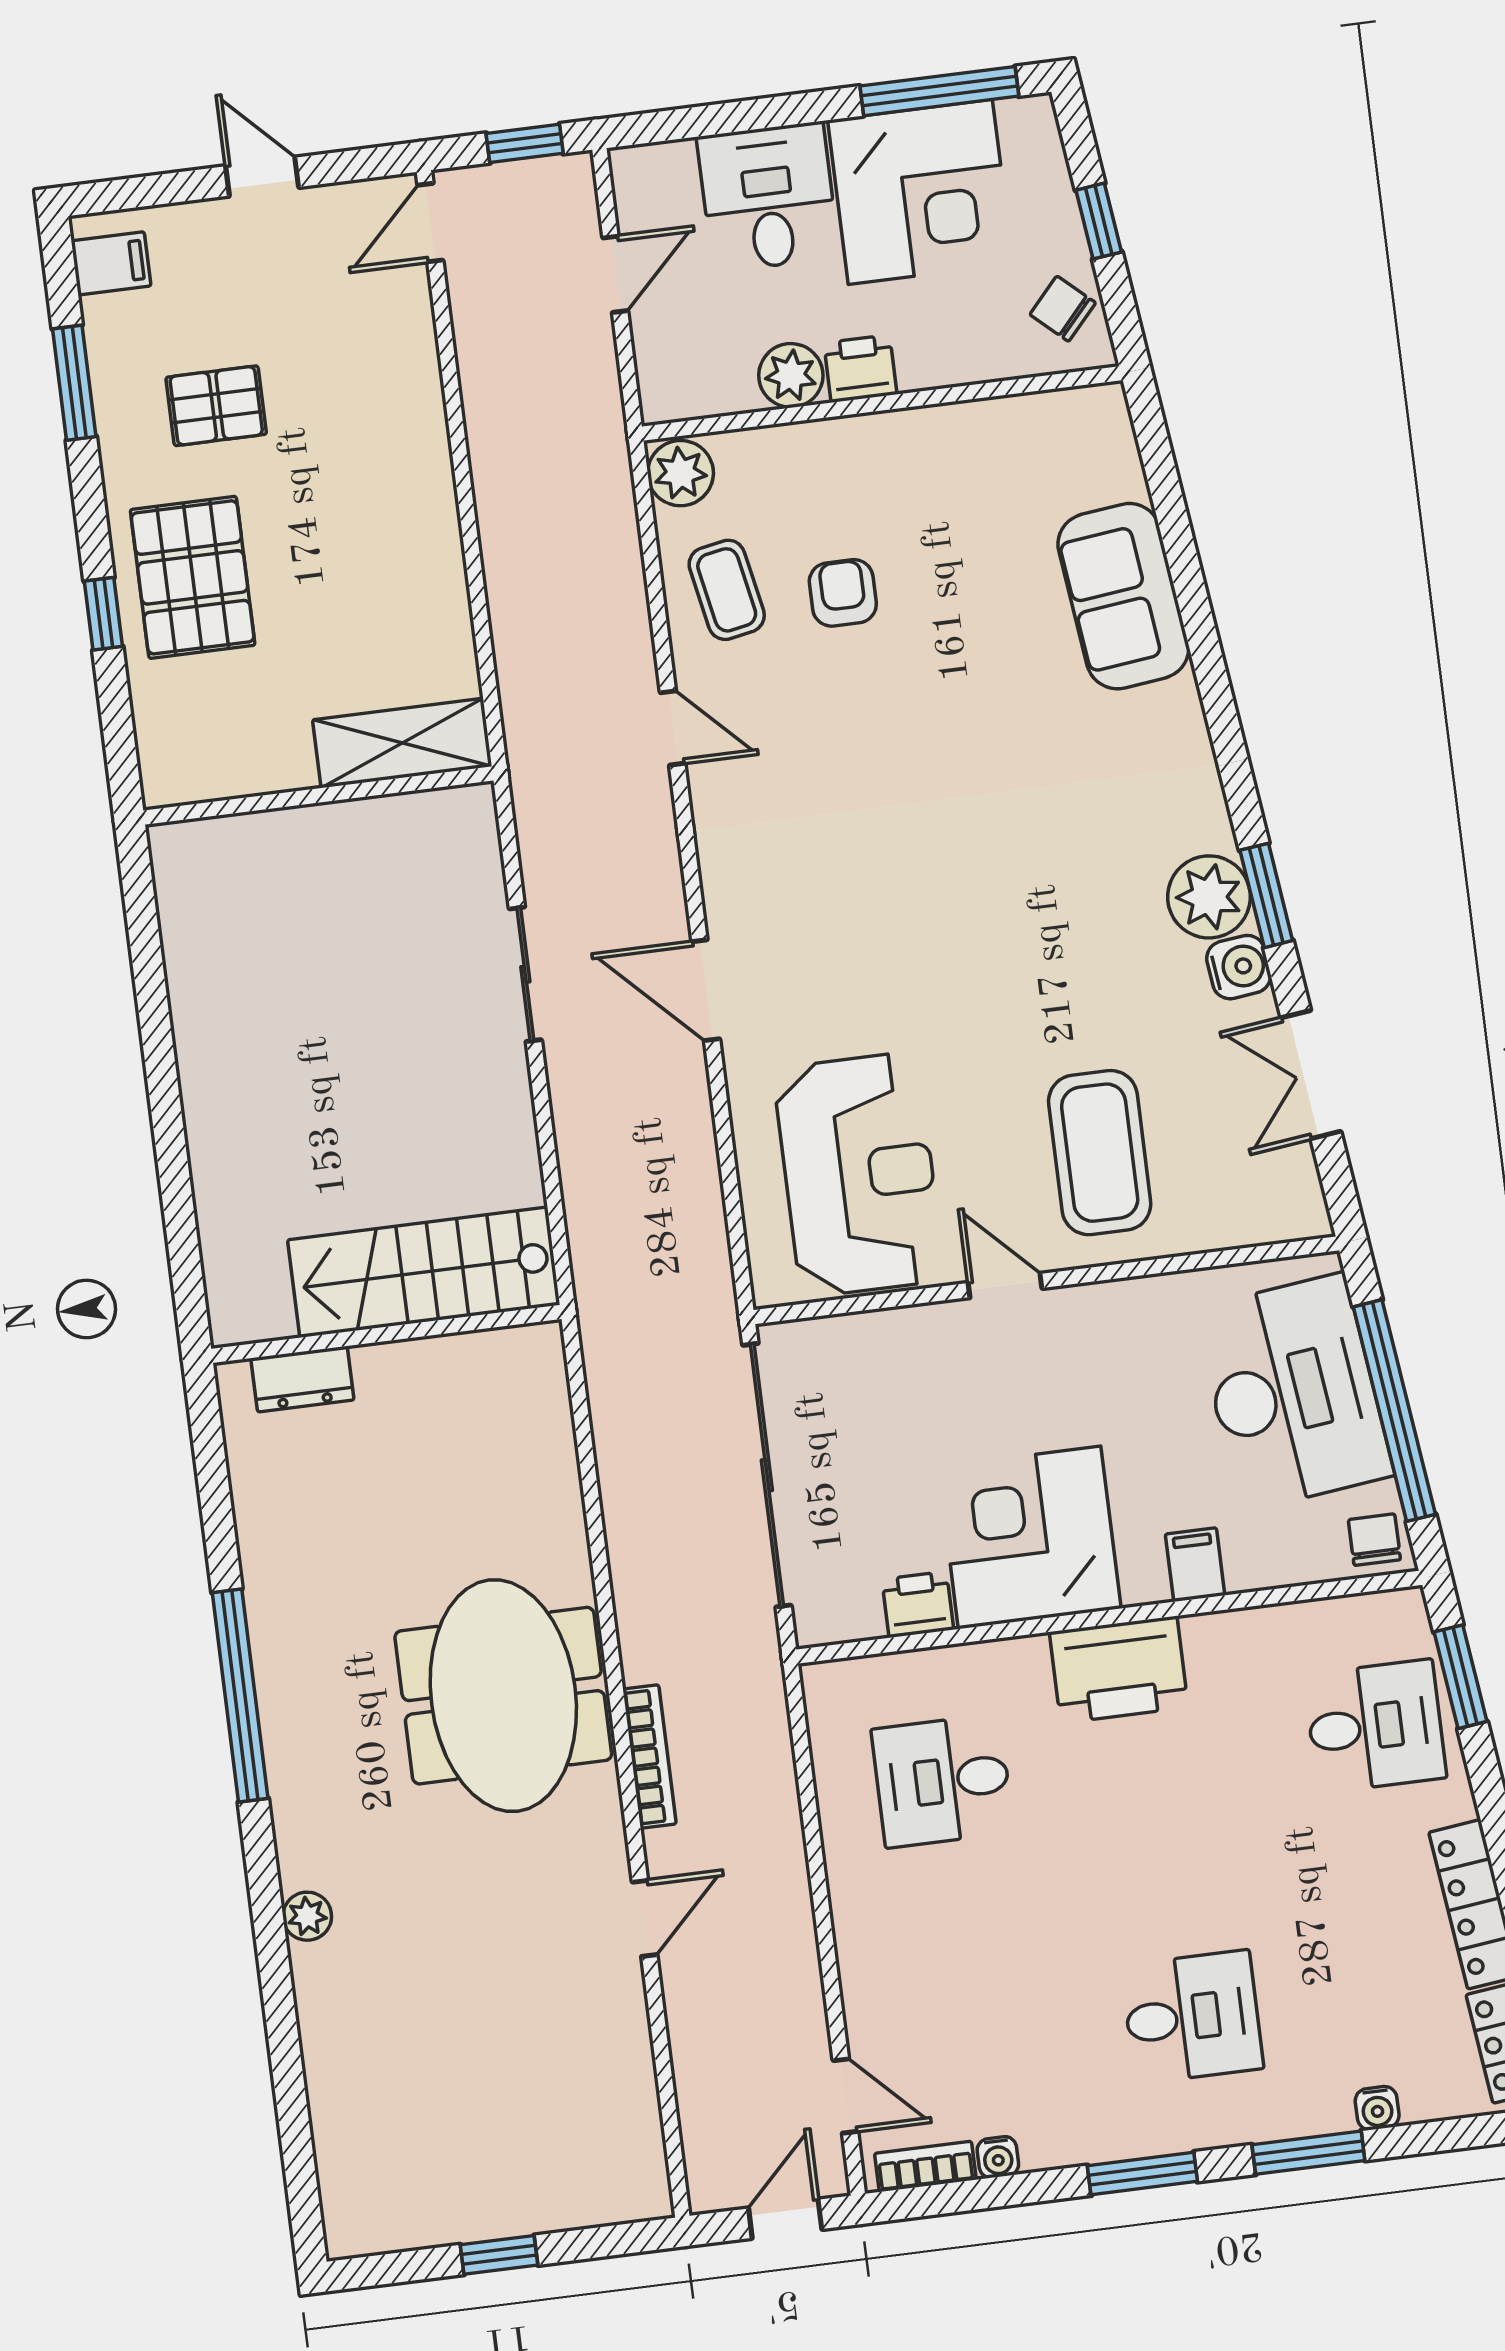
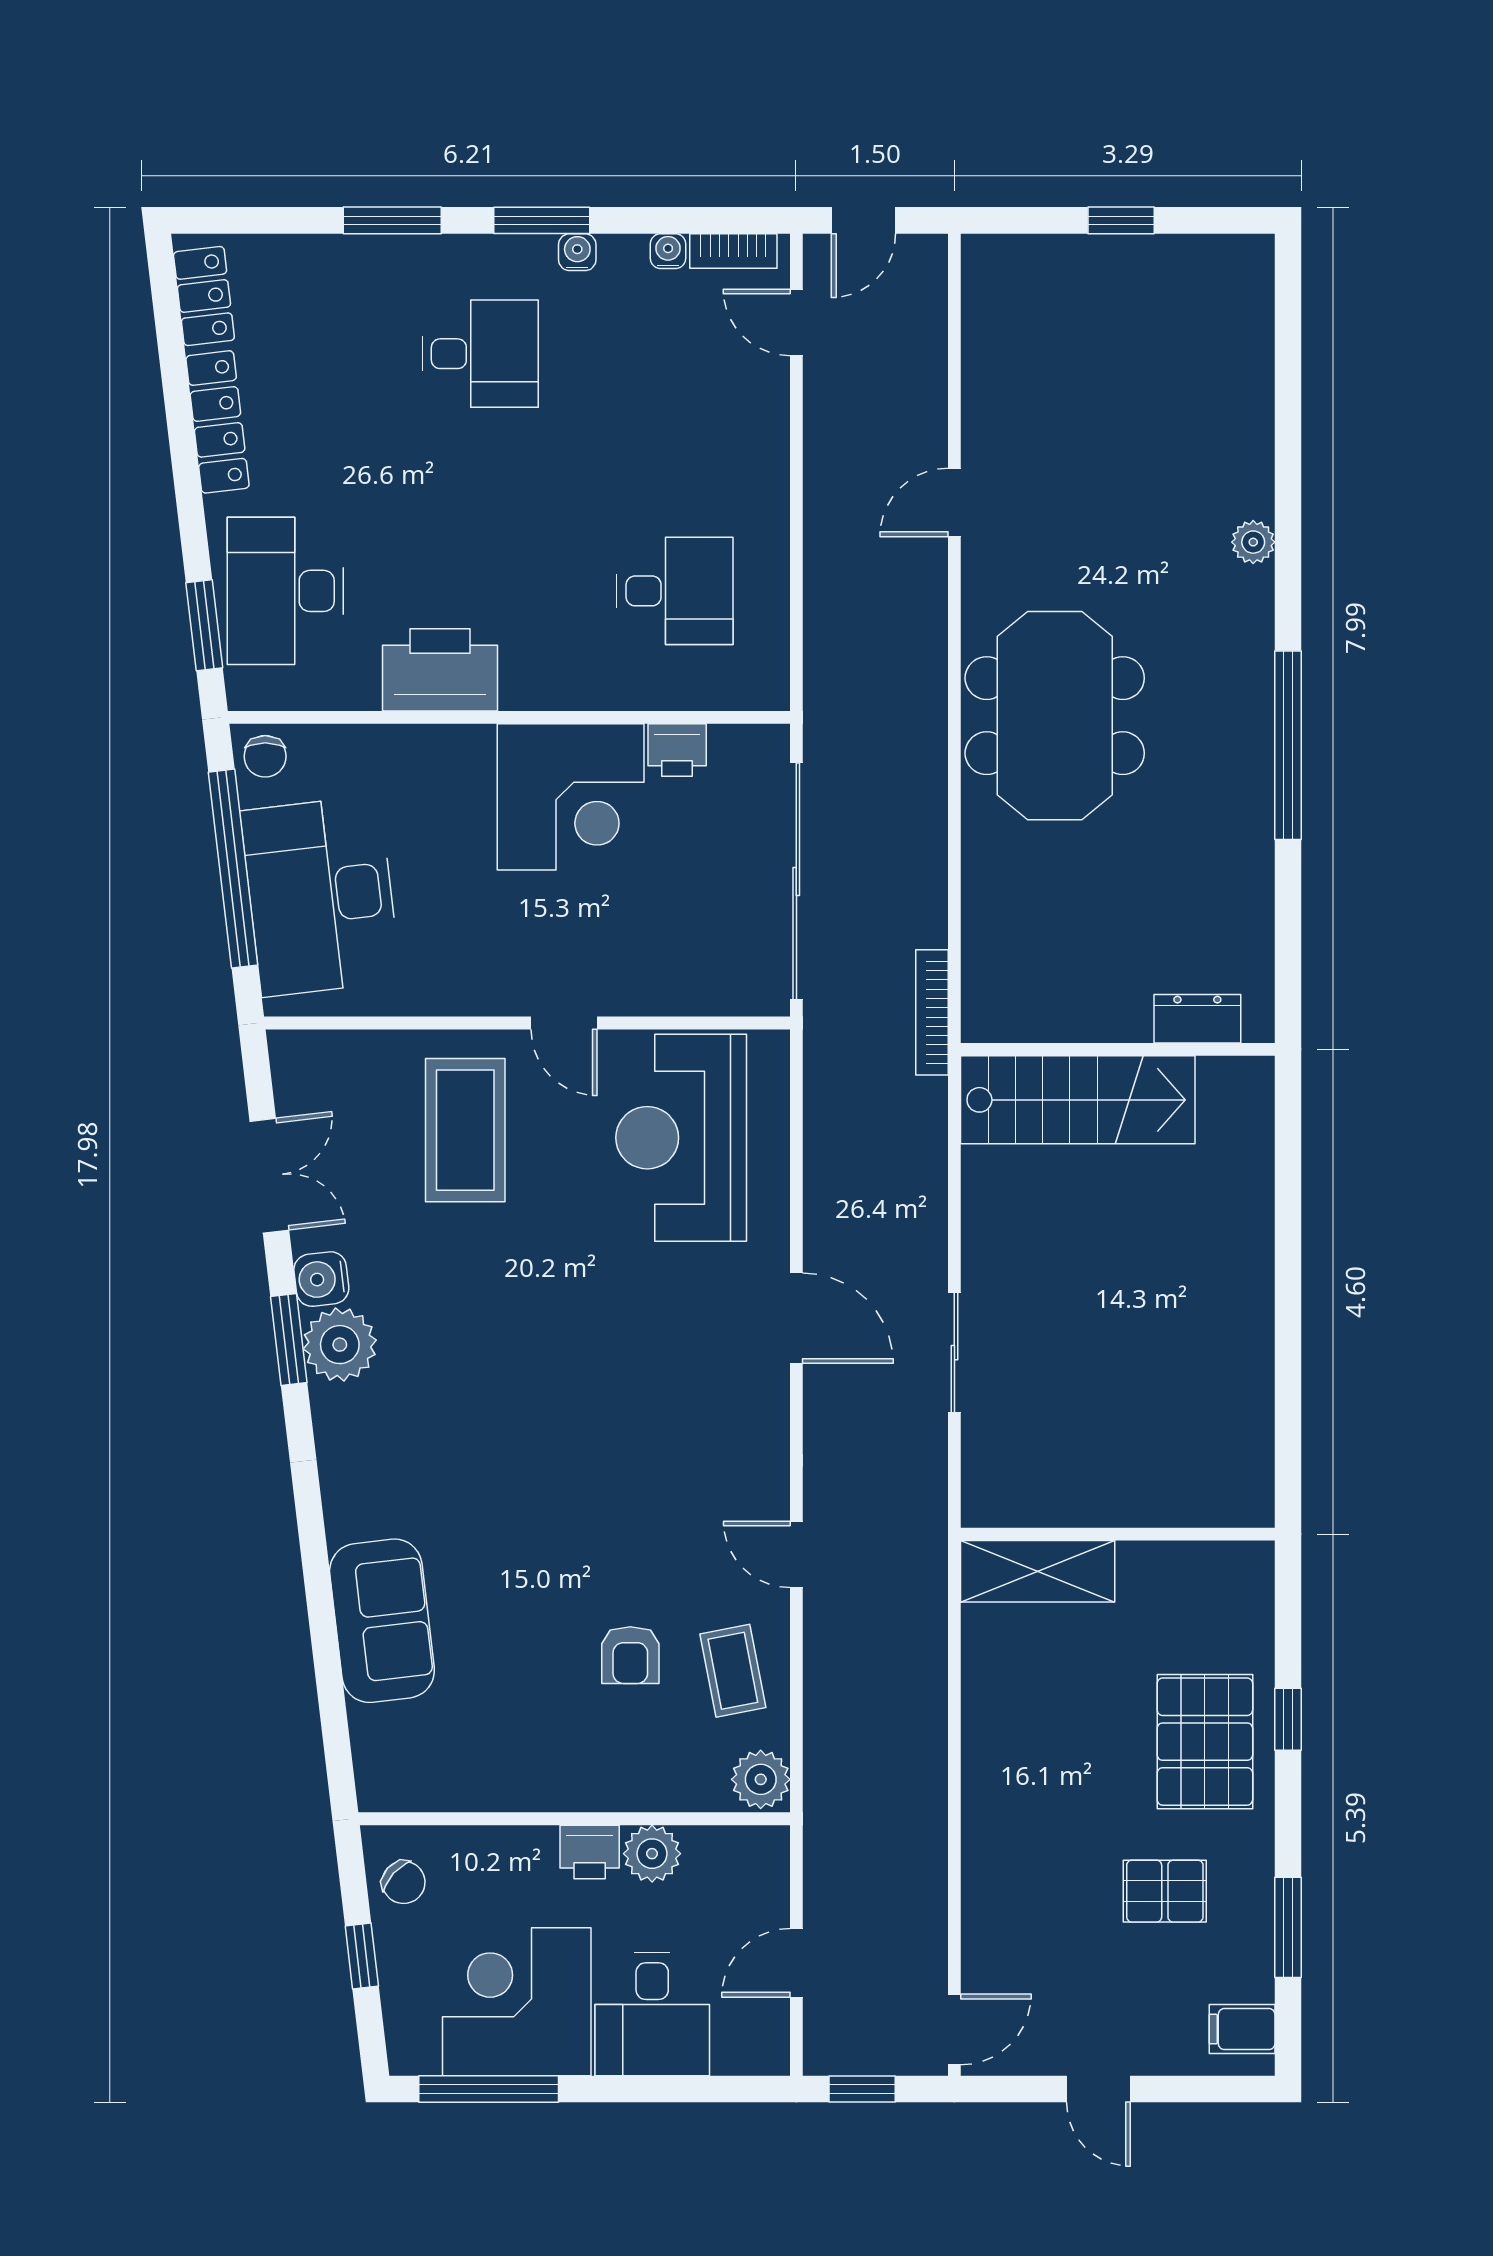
filing cabinet: (1195, 1565) -> (427, 754), removed
printer: (1119, 1670) -> (440, 670), moved
desk: (1375, 1726) -> (285, 591), width x1.37
bookcase: (649, 1757) -> (932, 1012), moved
desk: (1192, 2017) -> (480, 354), turned 180
water cooler: (1377, 2108) -> (577, 252), moved

